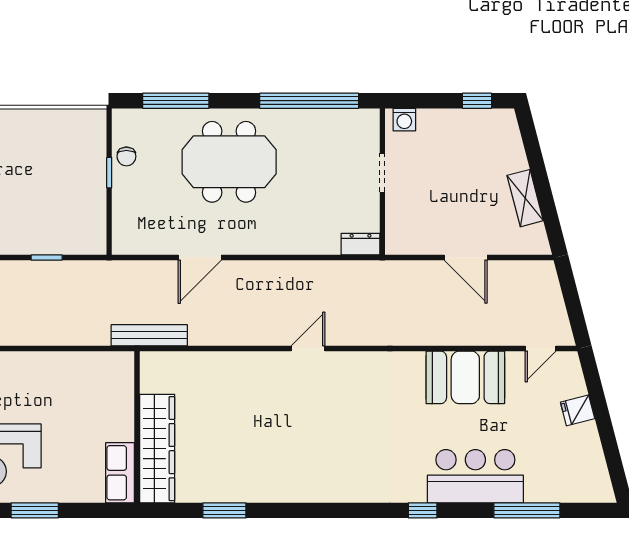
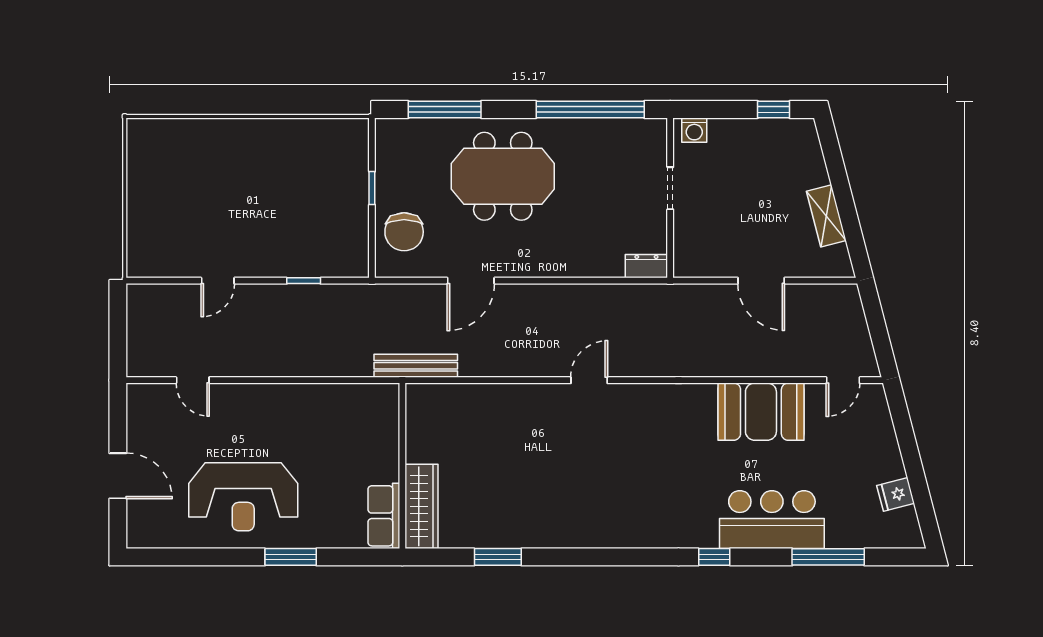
chair: (126, 156) -> (404, 232), moved, width x1.87, depth x1.87
fridge: (578, 410) -> (896, 494), moved
wardrobe: (157, 449) -> (421, 506), width x0.71, depth x0.85

